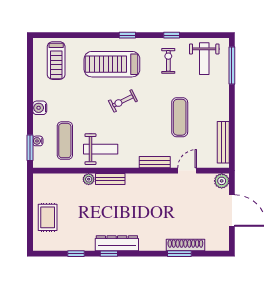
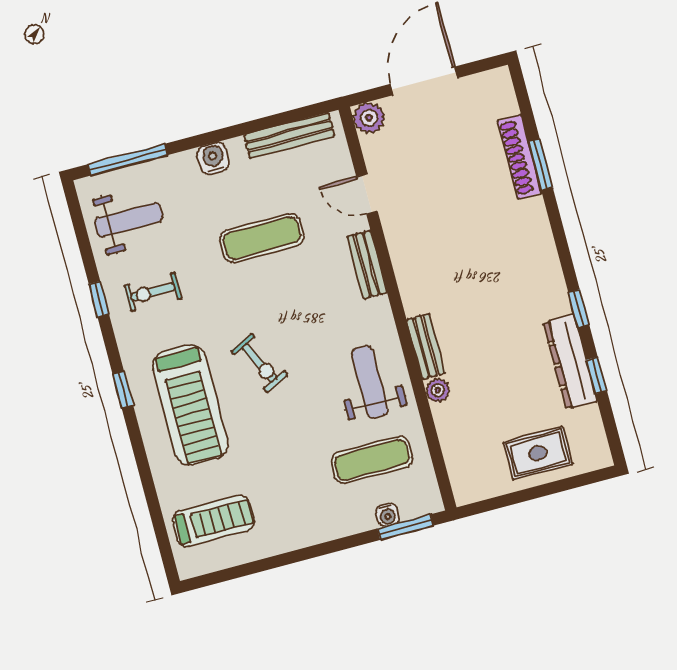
water cooler: (40, 108) -> (213, 158), moved, turned 180
dresser: (117, 243) -> (570, 362), moved

